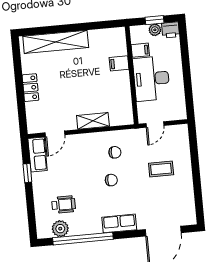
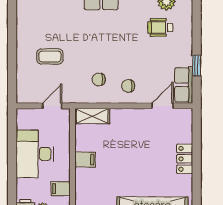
filing cabinet: (119, 63) -> (85, 160), moved
desk: (151, 79) -> (35, 154), moved, turned 180
shelving: (93, 121) -> (92, 116), moved
chair: (111, 180) -> (128, 86), moved

